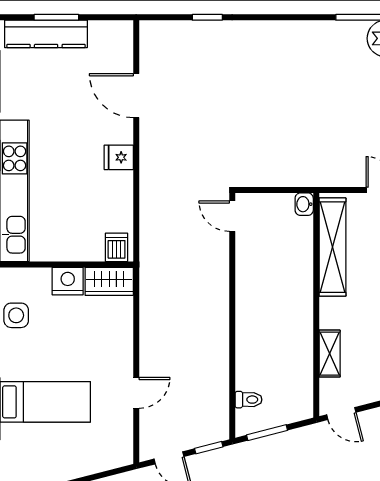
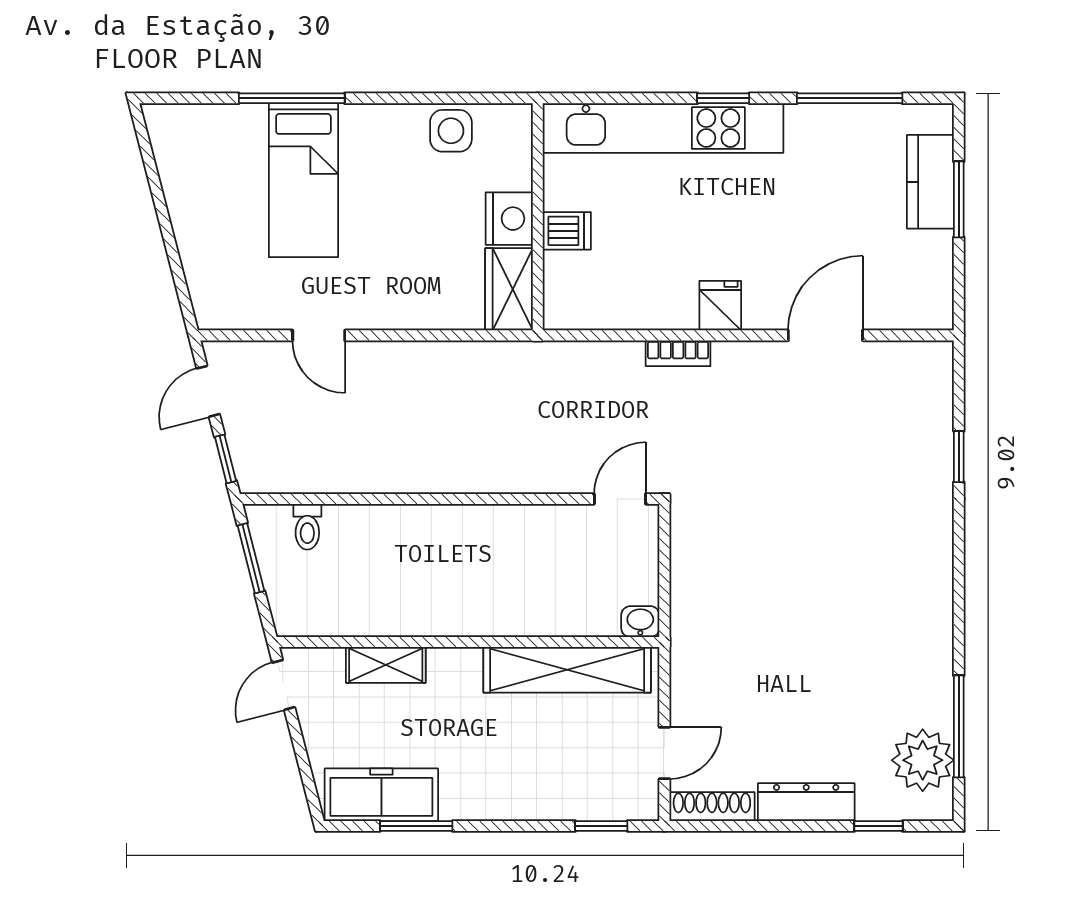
kitchen counter: (46, 34) -> (930, 182), width x0.67
bookcase: (147, 182) -> (678, 353), added
dishwasher: (117, 247) -> (567, 231), moved

